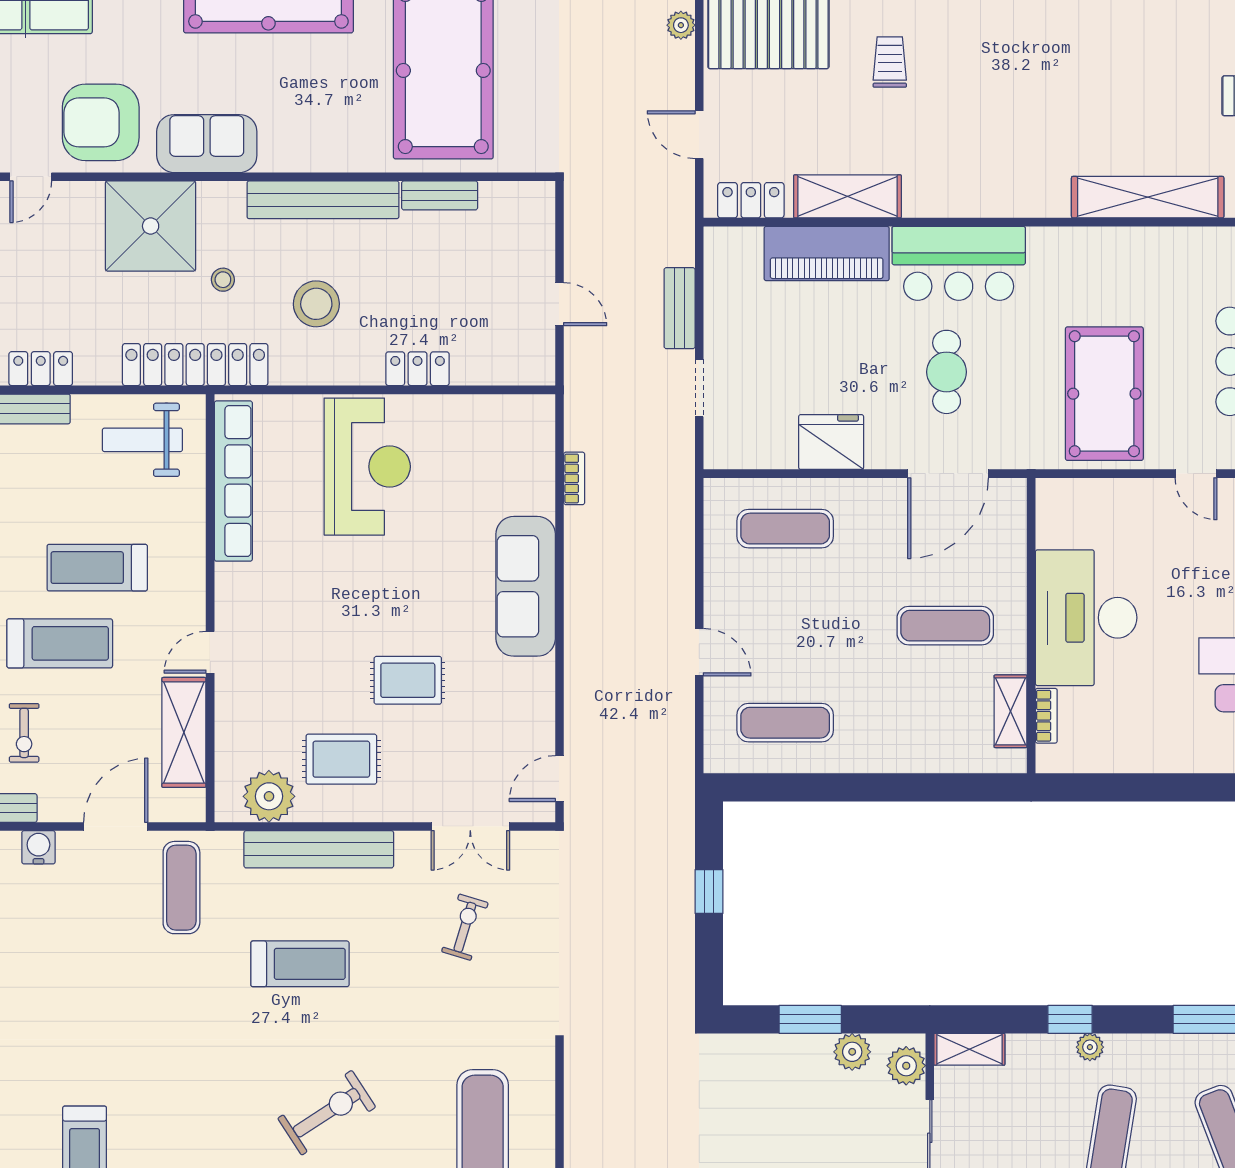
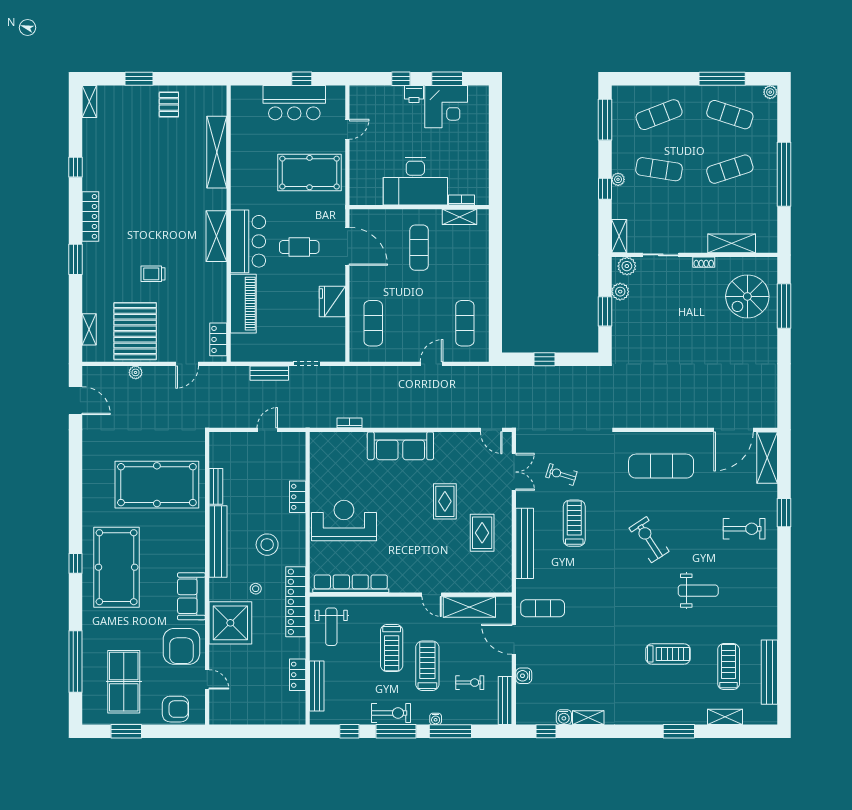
shelving: (847, 196) -> (216, 236), moved
plant: (269, 796) -> (500, 567), removed
treadmill: (300, 964) -> (574, 523), moved

